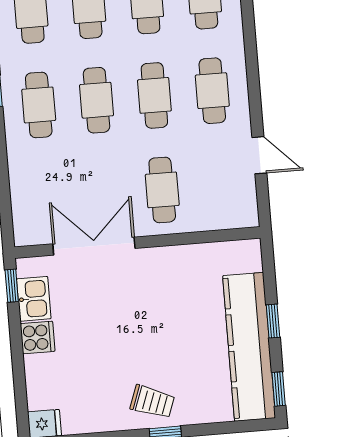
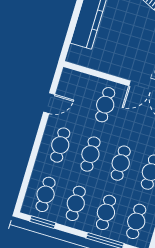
door: (259, 155) -> (49, 103), swing flipped
window: (273, 321) -> (75, 16), removed

